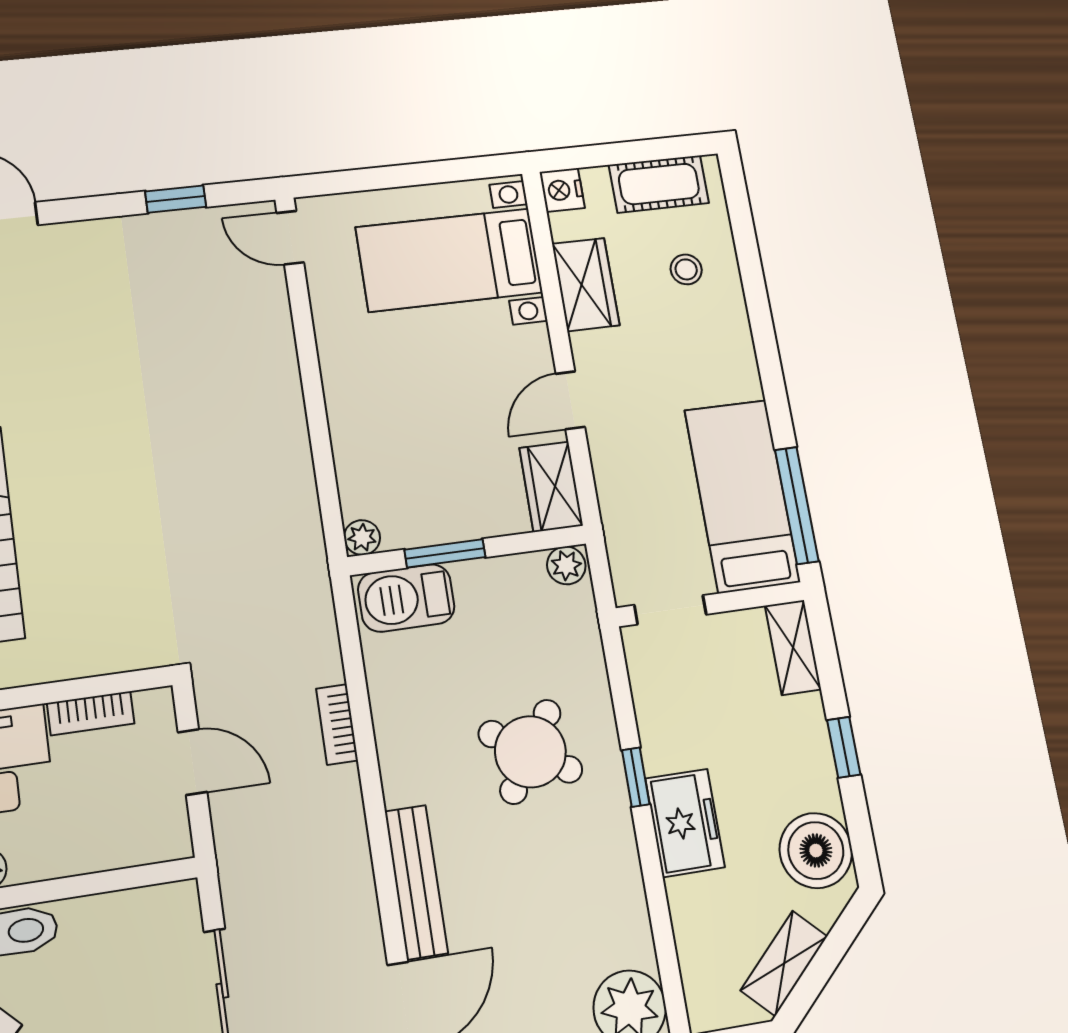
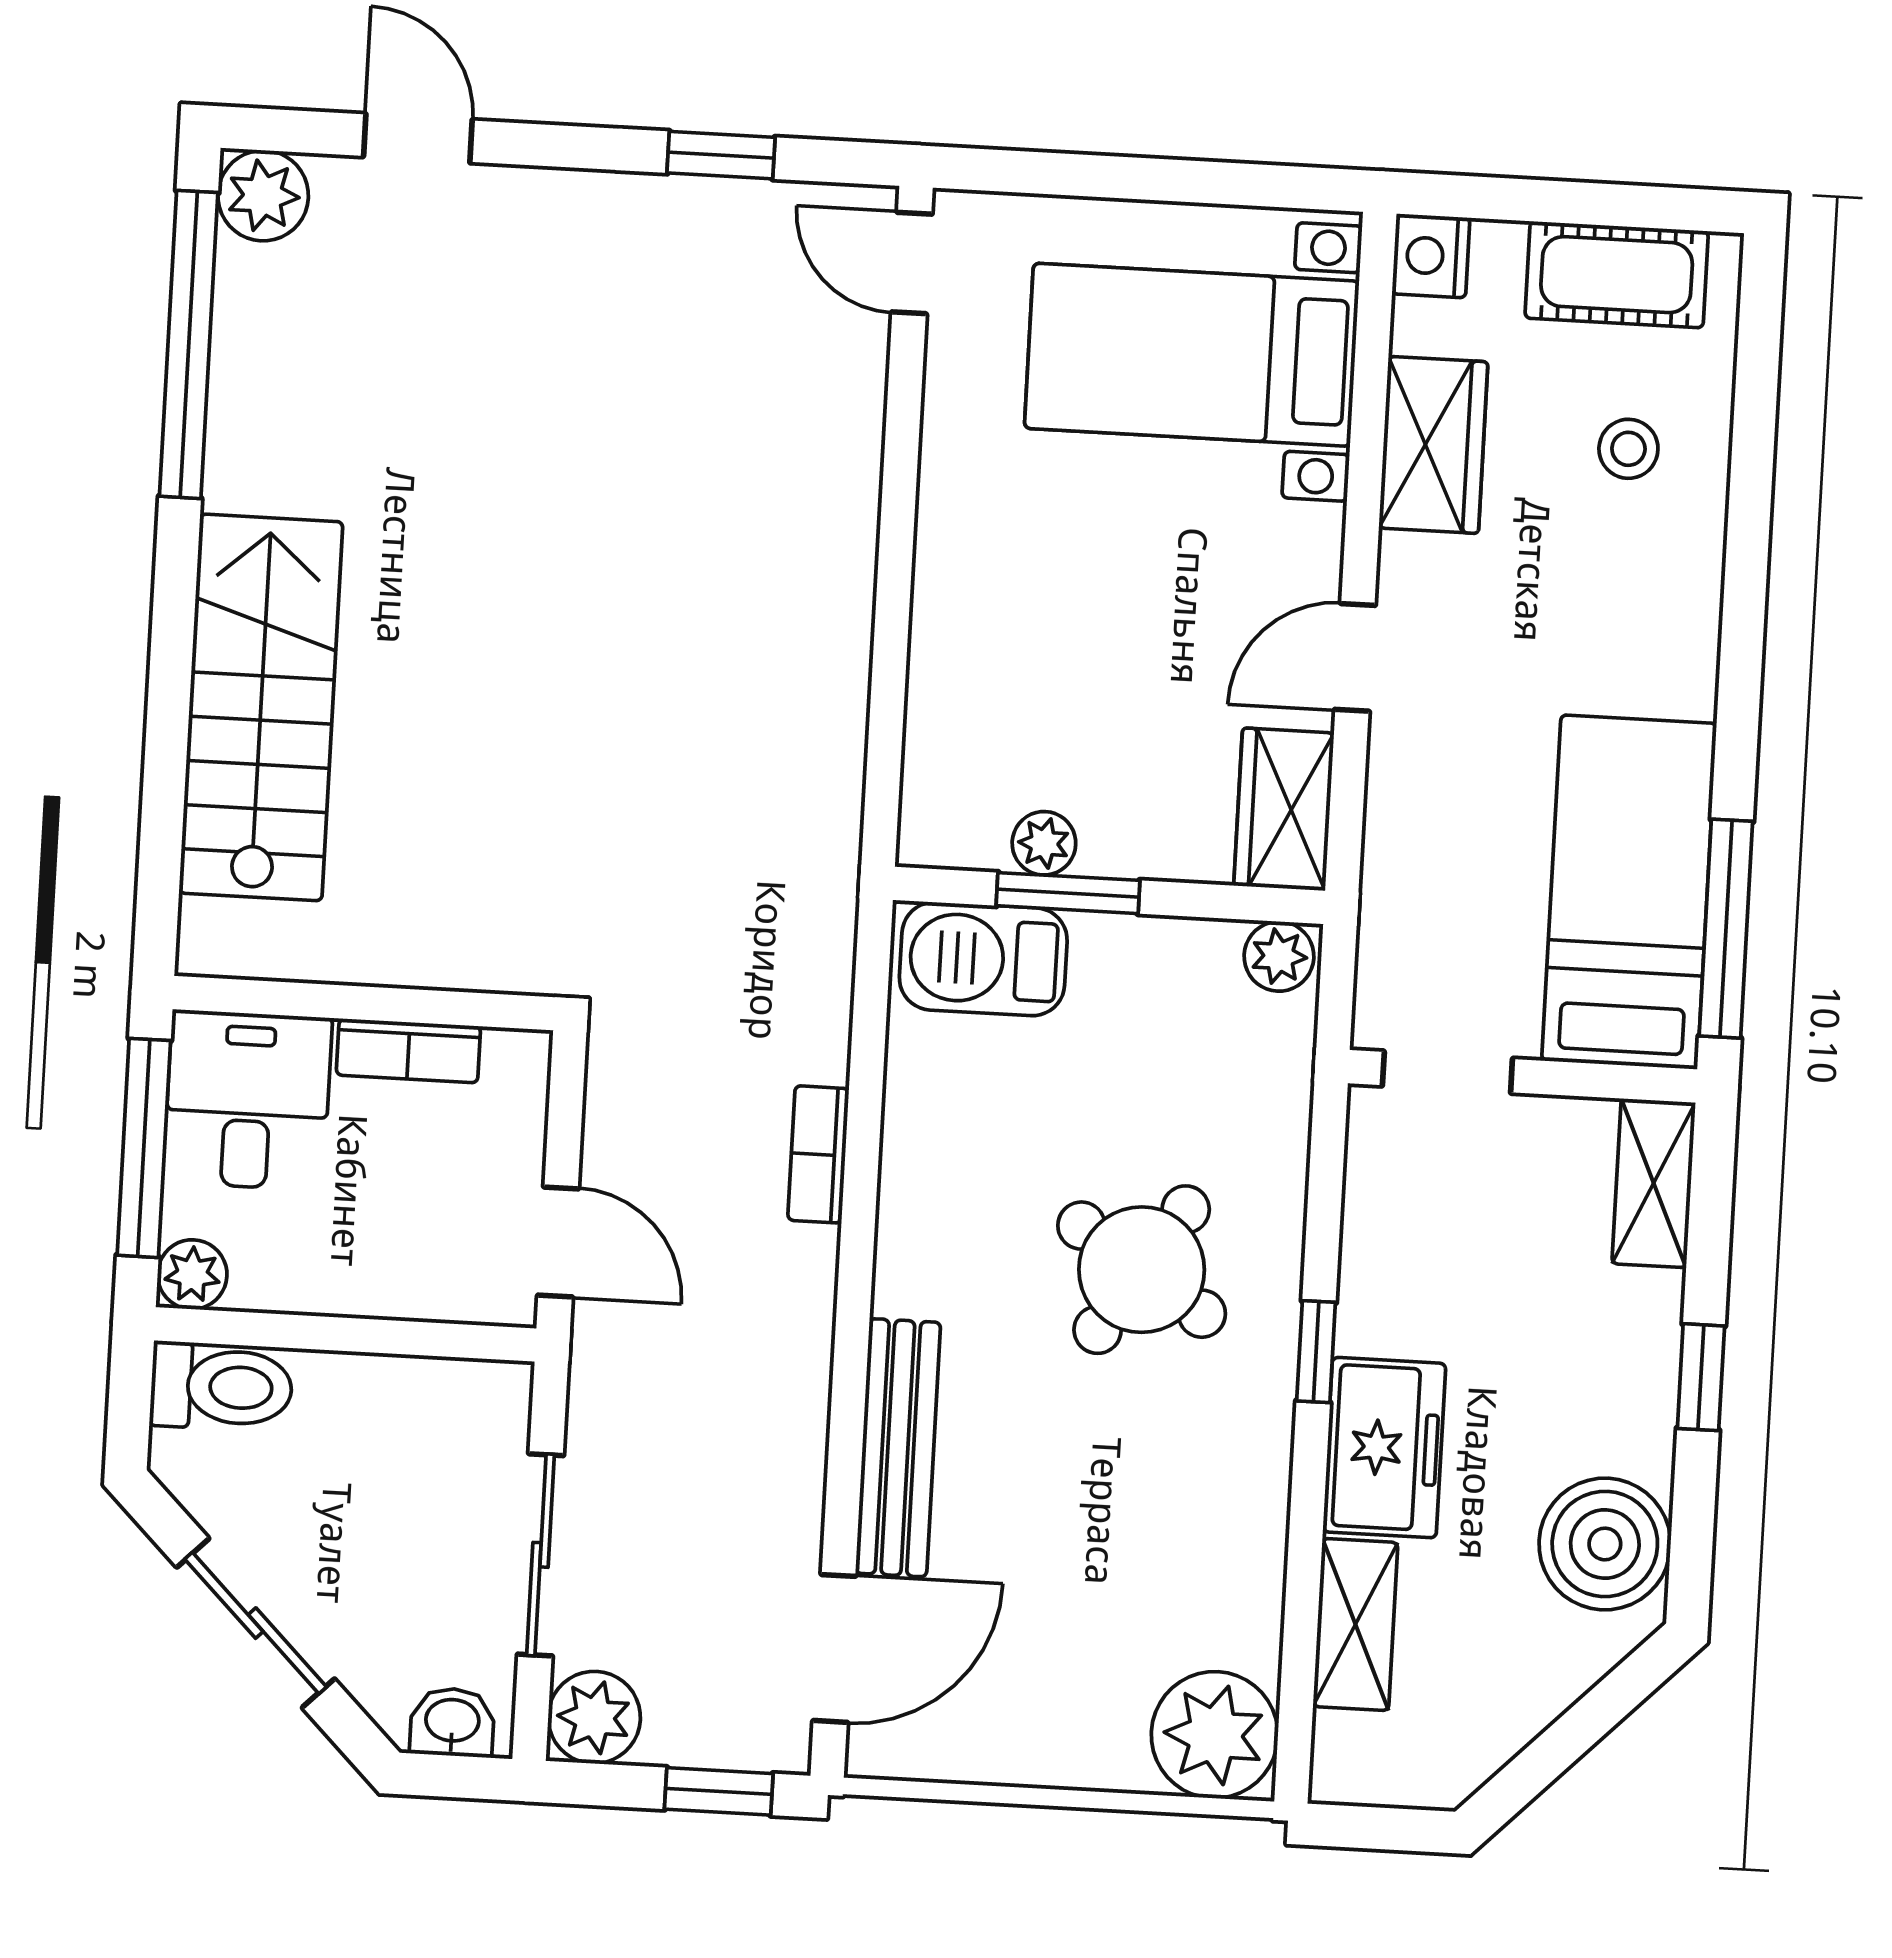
plant: (362, 537) -> (1044, 843), moved
door: (192, 762) -> (558, 1242), moved
shelving: (784, 963) -> (1355, 1625), moved, turned -45

